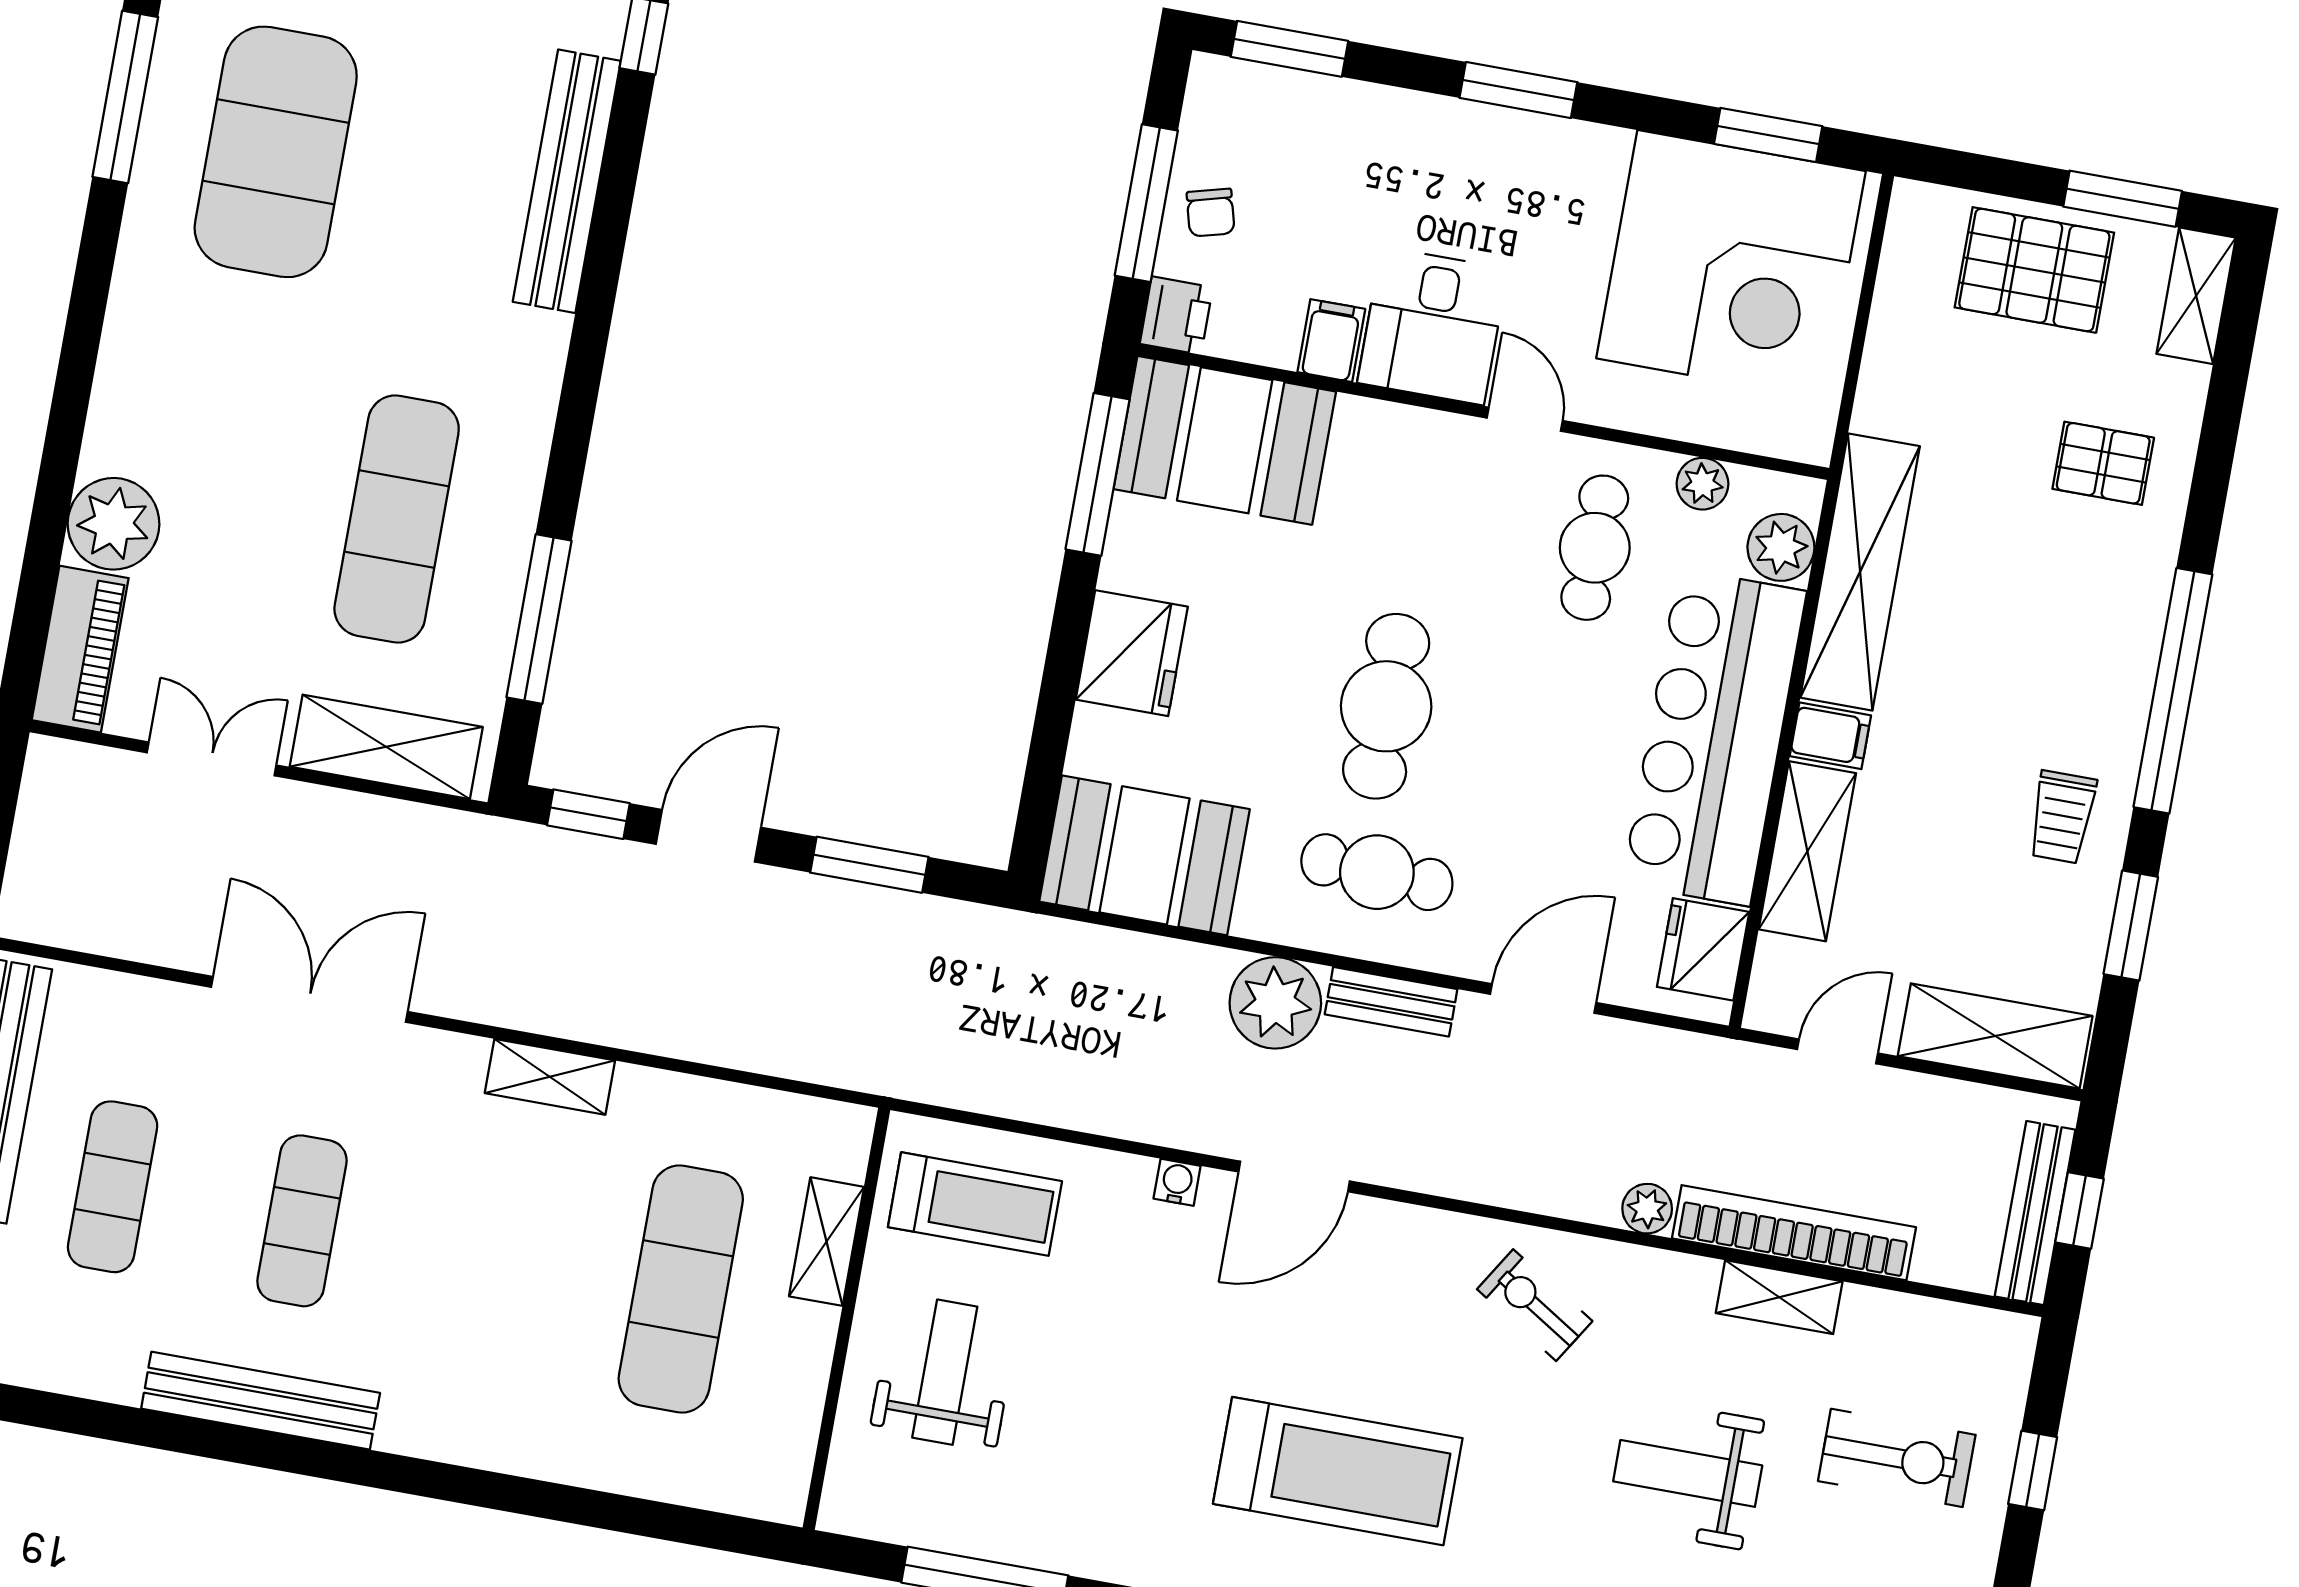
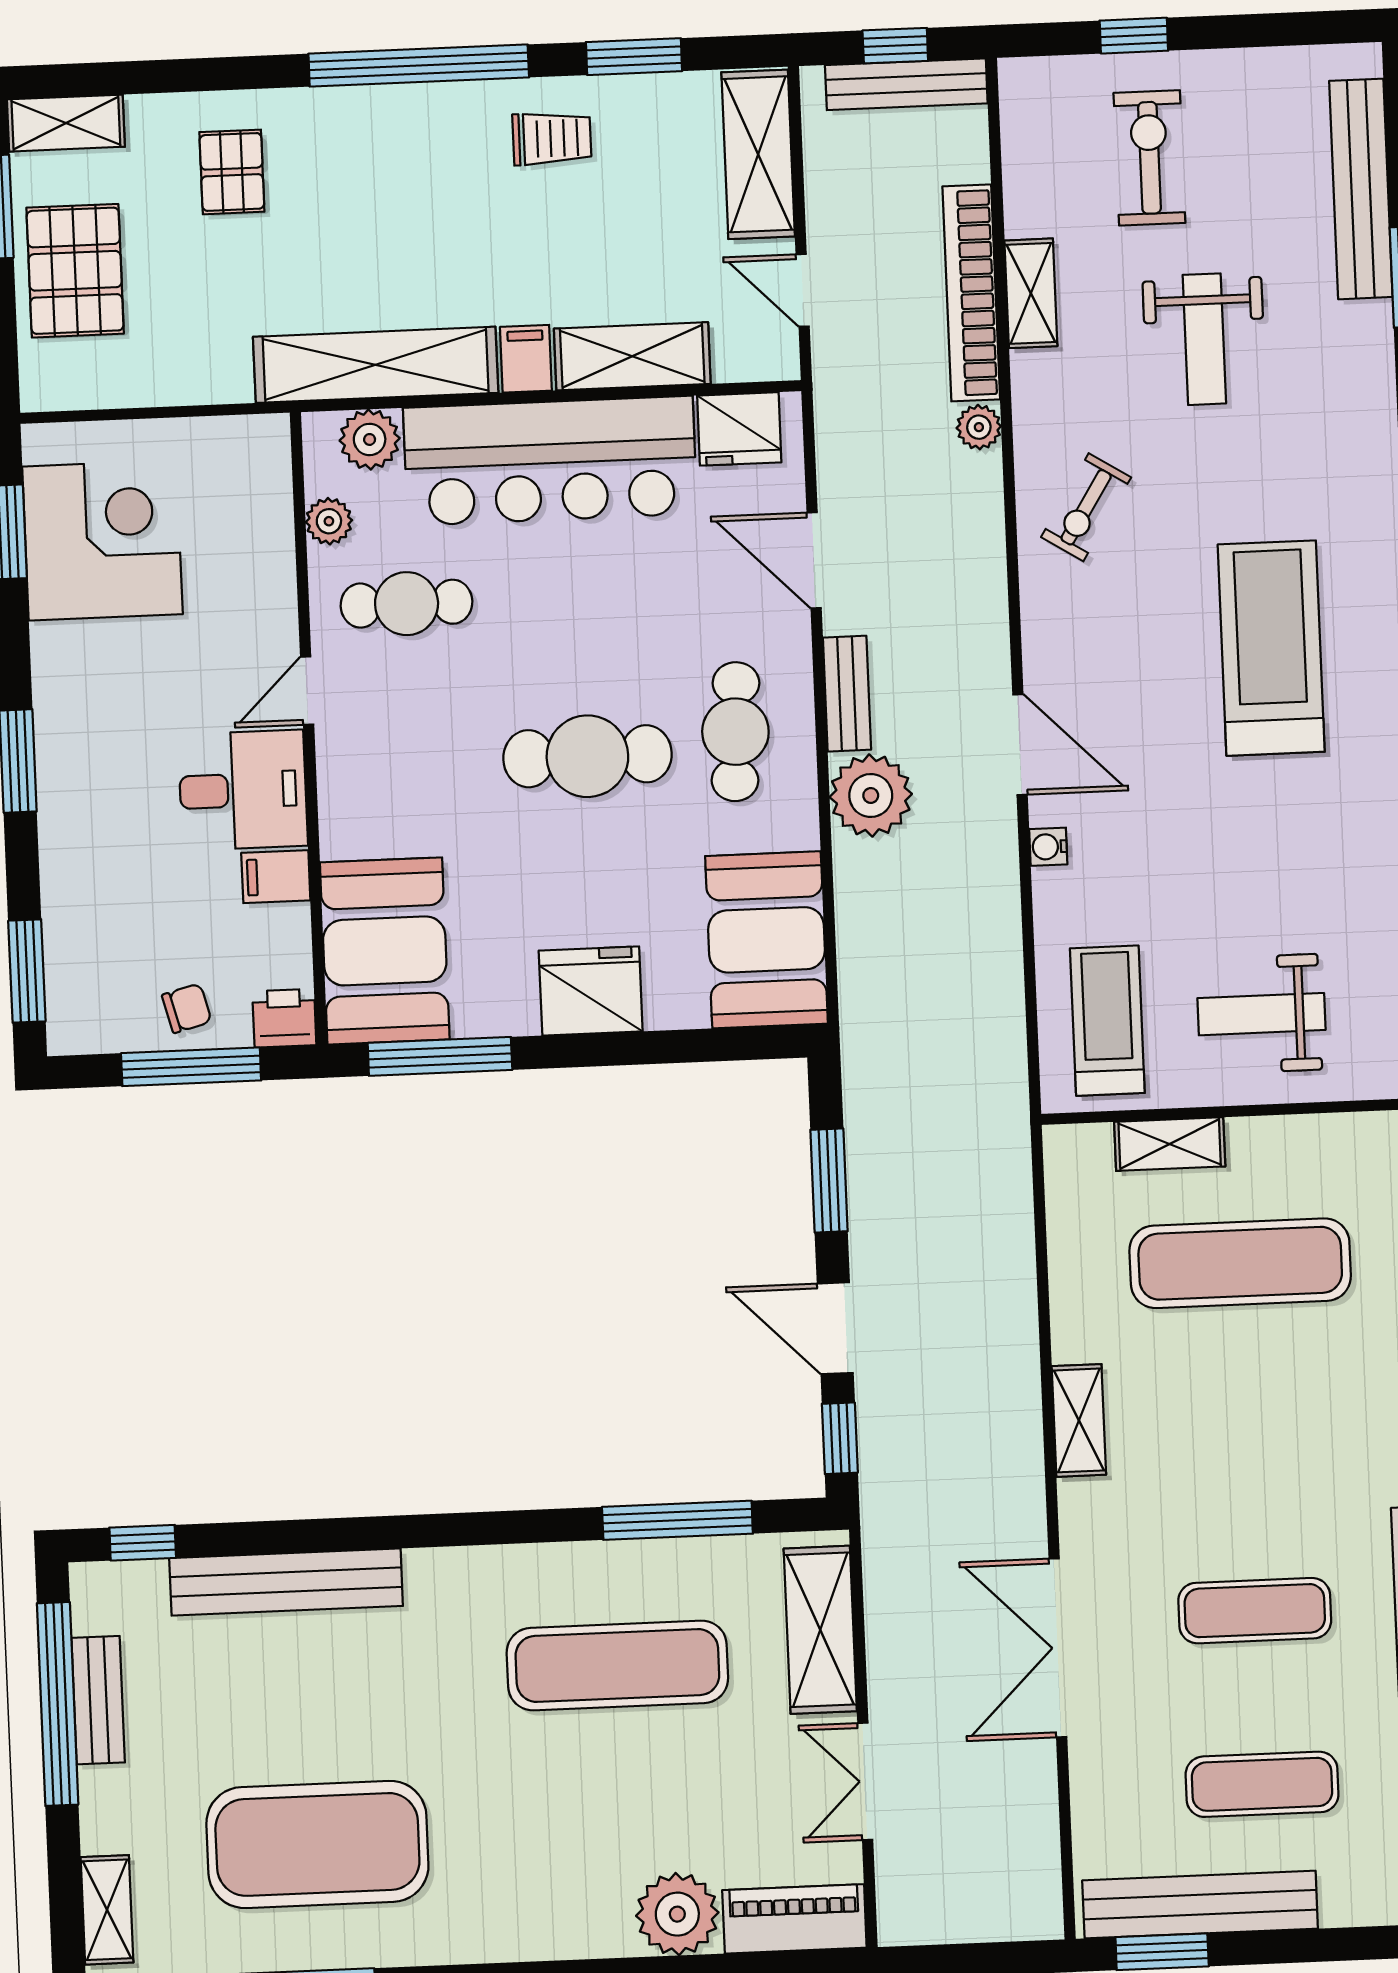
corner desk: (1731, 265) -> (103, 540), width x0.74, depth x0.74

